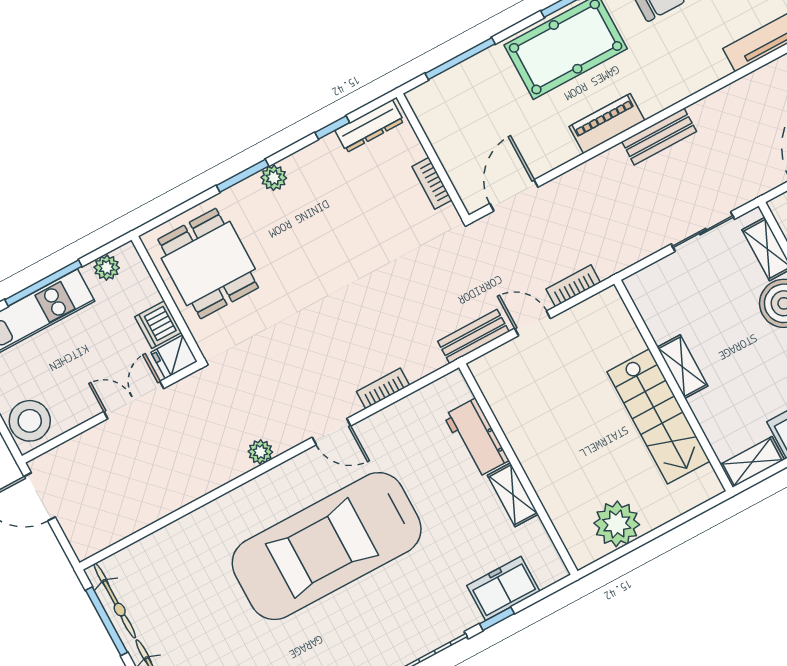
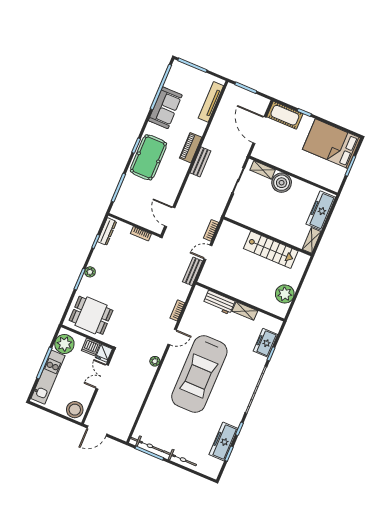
piano: (607, 123) -> (191, 148), moved
plant: (107, 268) -> (64, 344), width x1.88, depth x1.88
shelving: (682, 367) -> (266, 228), removed

